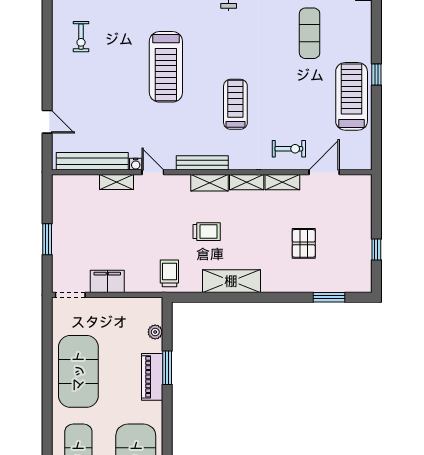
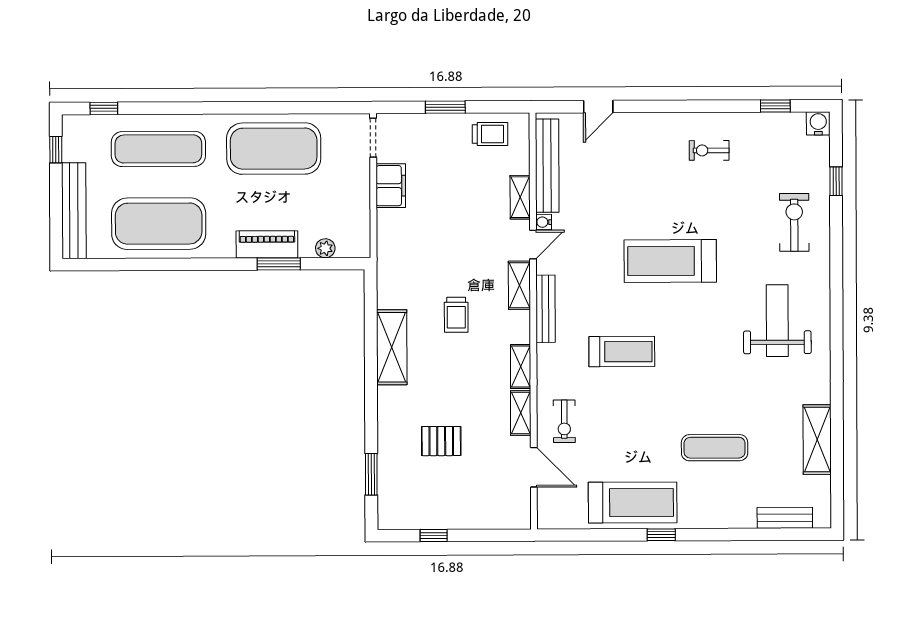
shelving: (210, 183) -> (519, 285), moved
trolley: (169, 273) -> (490, 134), moved

